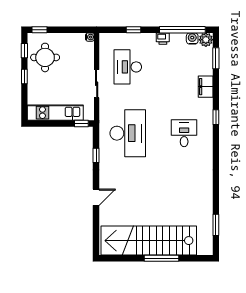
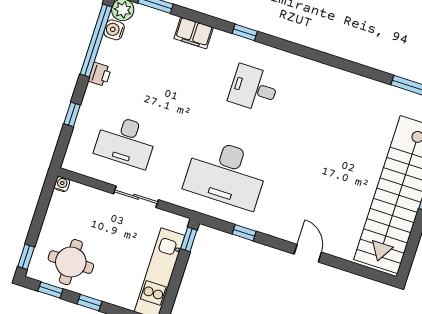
desk: (128, 133) -> (226, 174), turned 180

